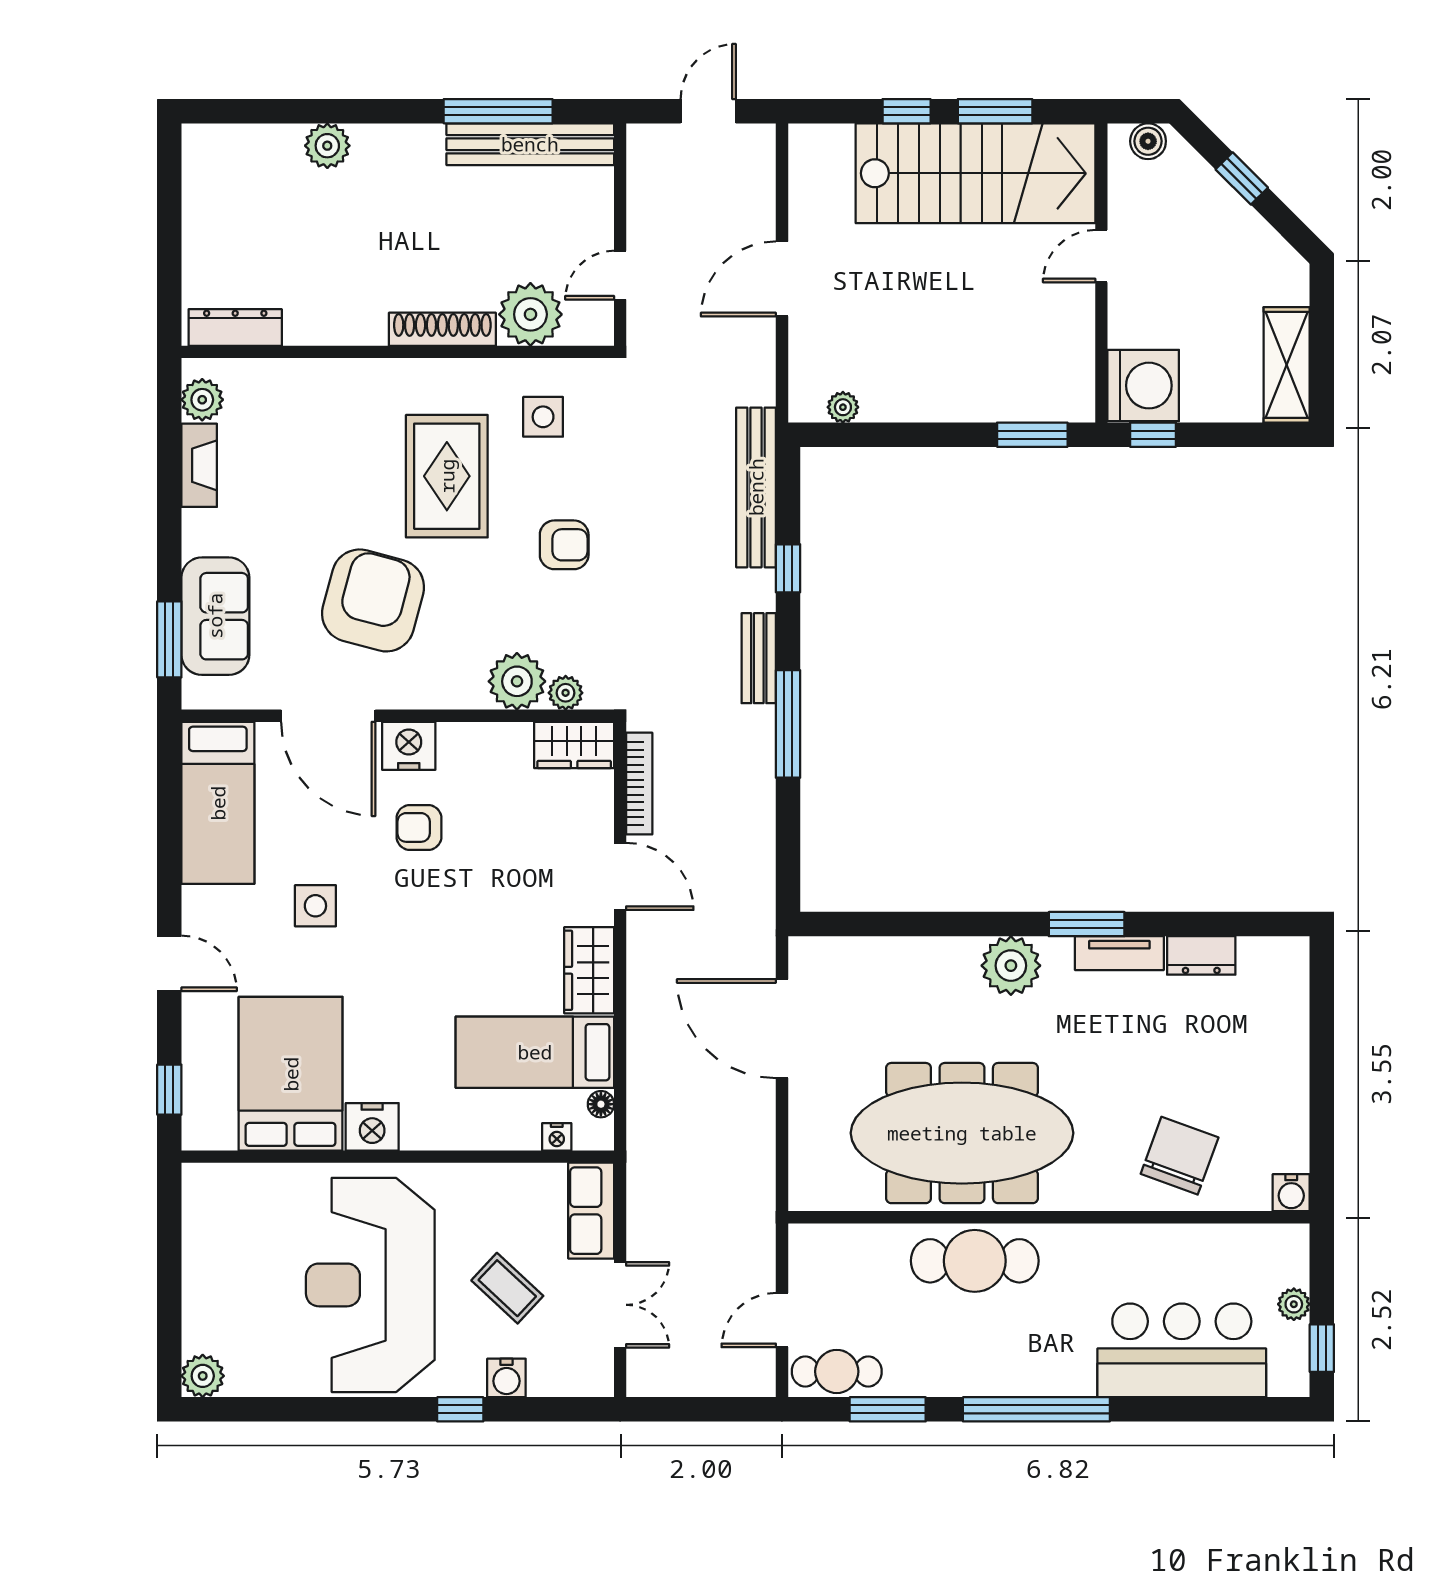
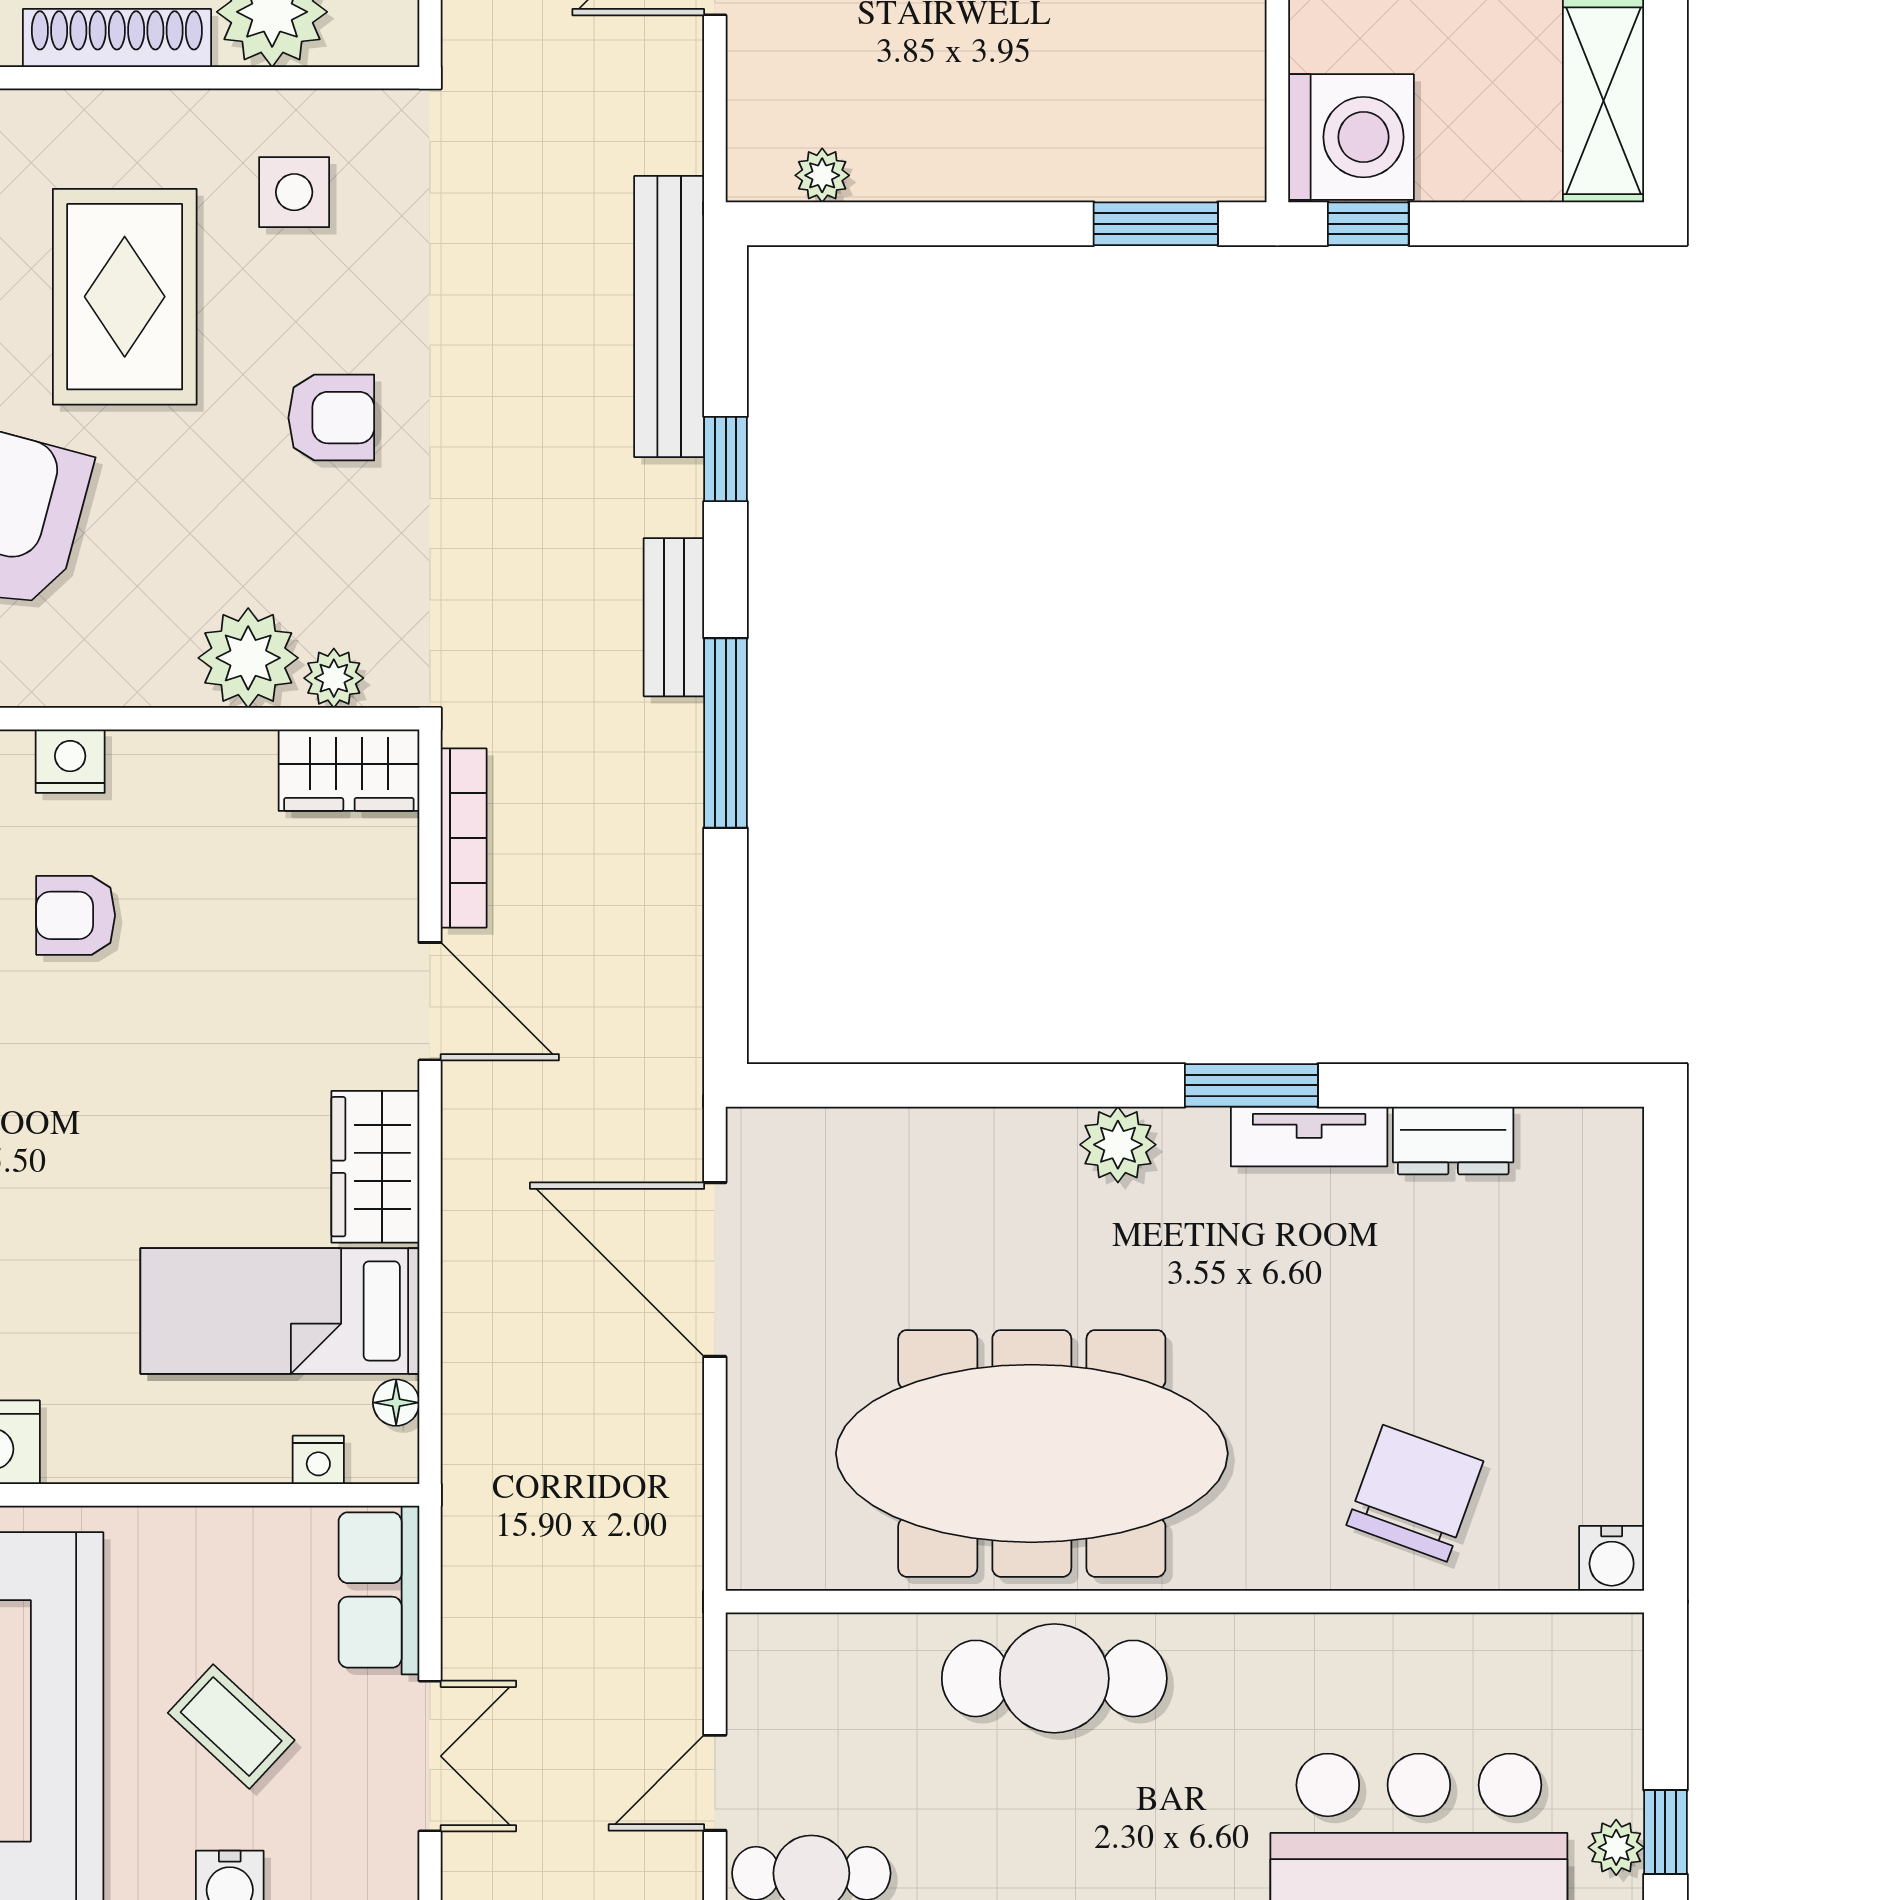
nightstand: (409, 746) -> (70, 761), width x0.74, depth x0.75
plant: (1011, 966) -> (1118, 1145), width x0.73, depth x0.73
plant: (1294, 1304) -> (1616, 1847), moved

